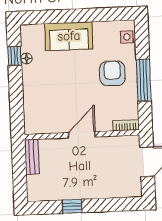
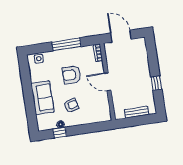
armchair: (112, 73) -> (72, 75), moved
armchair: (53, 77) -> (71, 105), added
bench: (32, 157) -> (137, 112), moved

